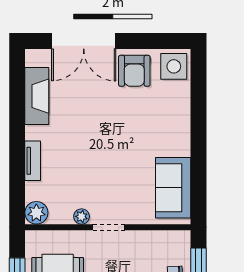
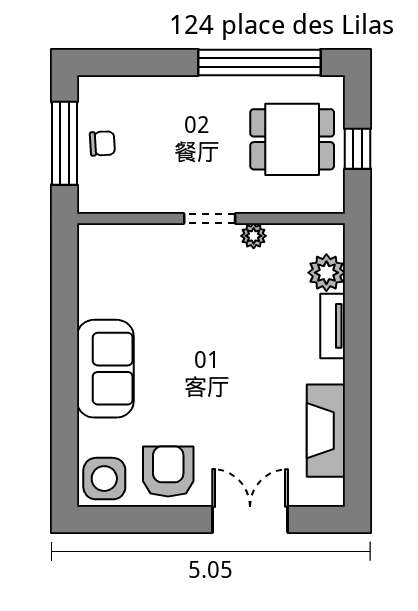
double door: (84, 41) -> (250, 520), width x0.73
sofa: (173, 188) -> (105, 369), moved
plant: (36, 213) -> (326, 273), moved

